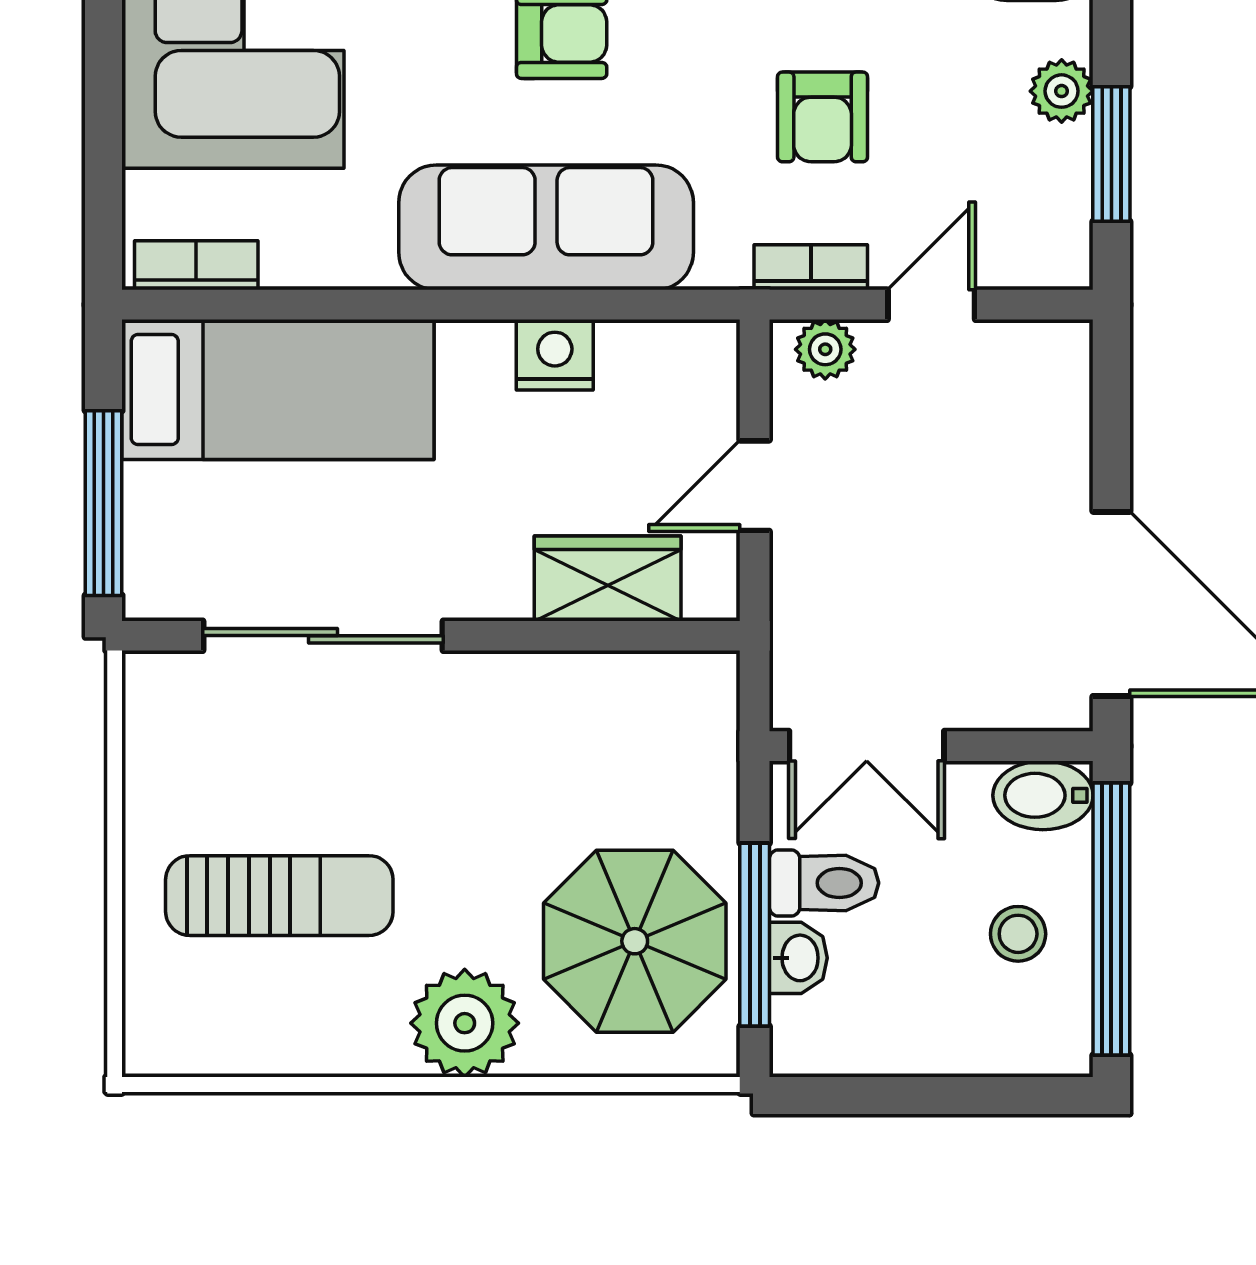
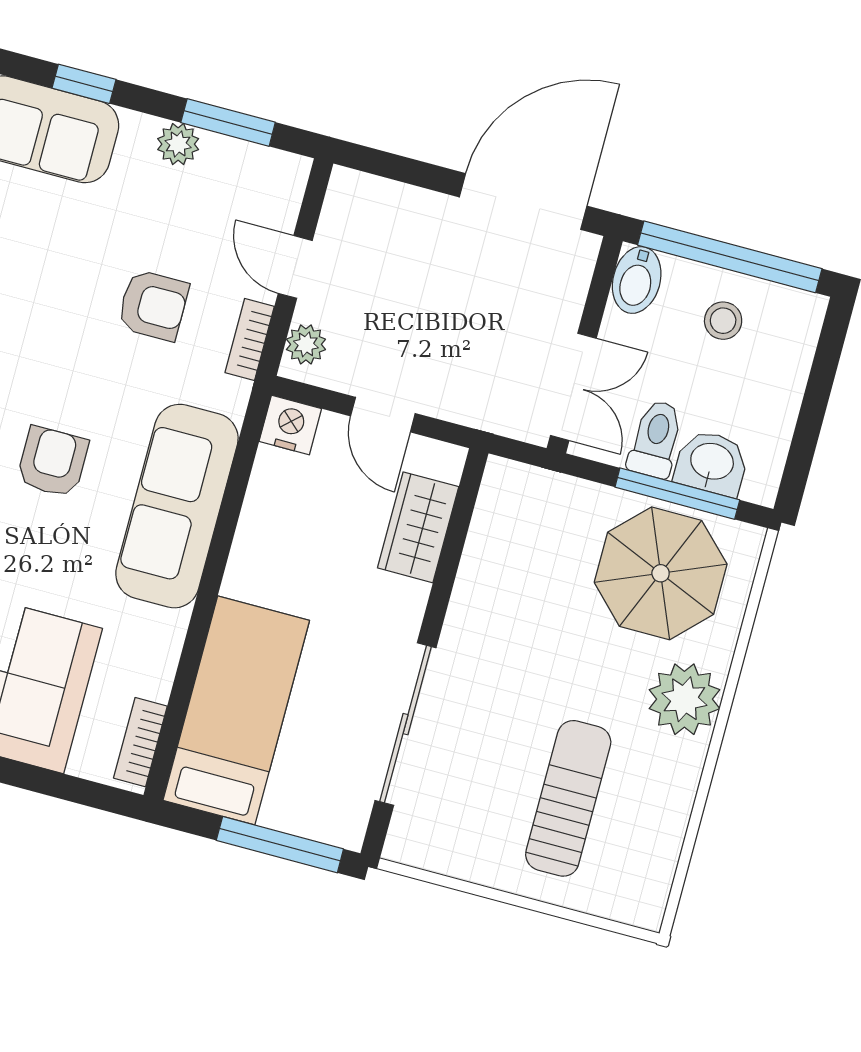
nightstand: (555, 355) -> (290, 425), moved, turned 90
washbasin: (798, 958) -> (712, 463), width x1.38, depth x1.45

